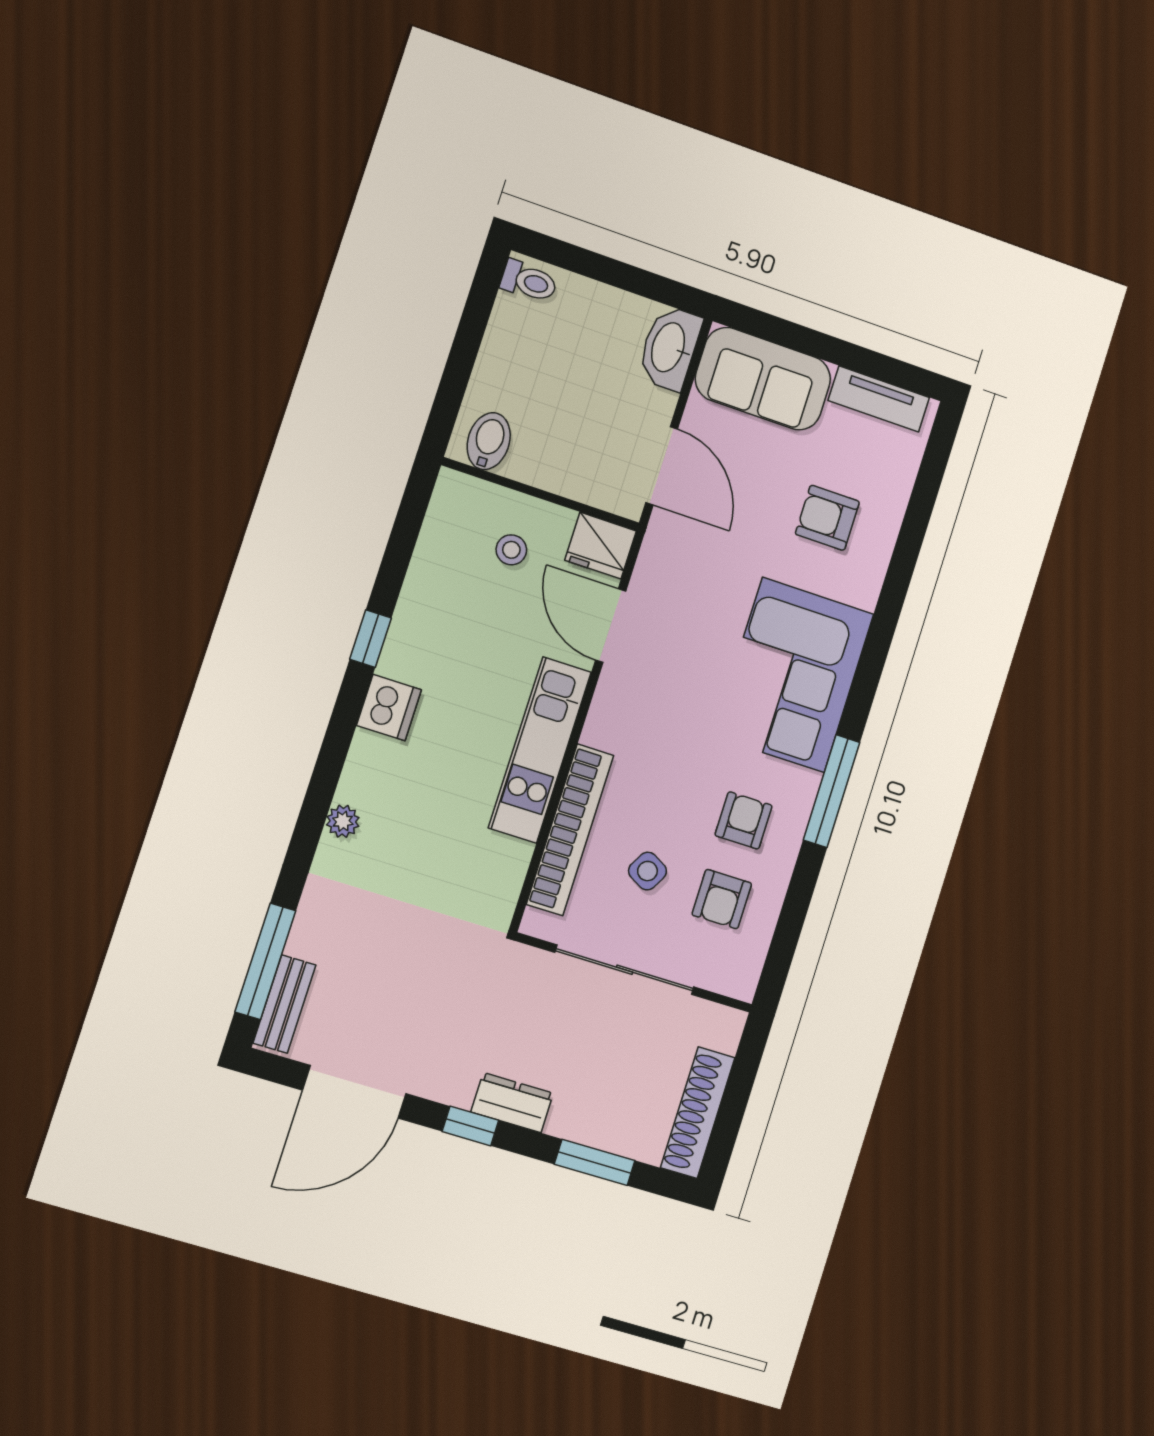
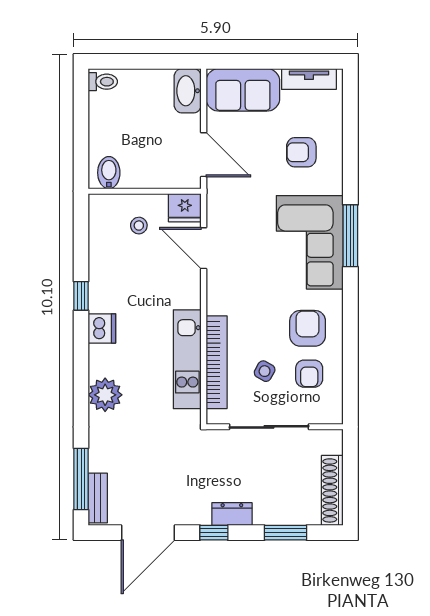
kitchen unit: (540, 750) -> (187, 359), moved
window: (832, 791) -> (350, 236), moved
armchair: (744, 820) -> (308, 328), width x1.38, depth x1.38
plant: (343, 821) -> (105, 395), width x1.88, depth x1.88

